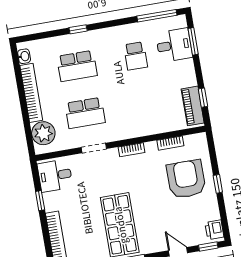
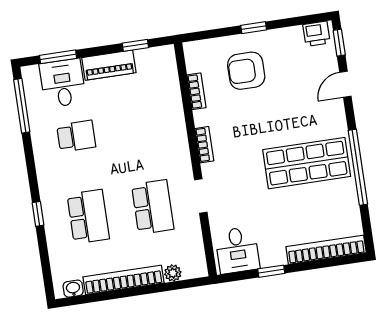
piano: (193, 106) -> (109, 65), moved
plant: (43, 133) -> (173, 273), width x0.53, depth x0.53
armchair: (186, 179) -> (246, 71), width x0.73, depth x0.73

